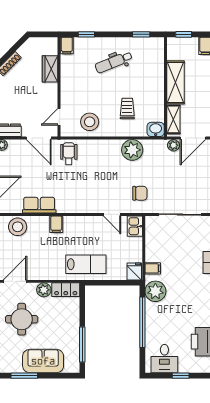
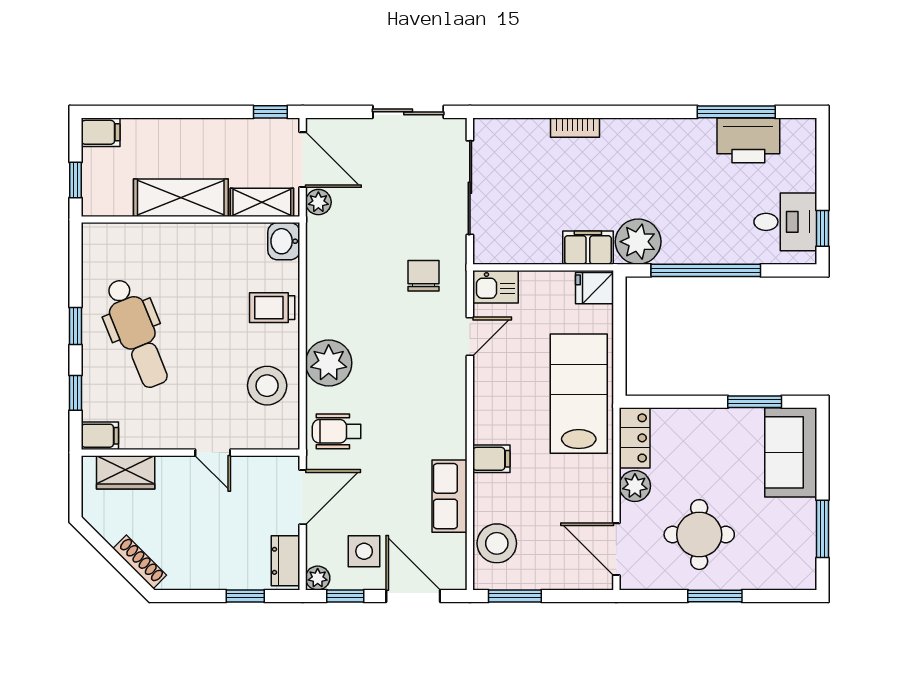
window: (141, 34) -> (76, 326), moved
dental chair: (114, 62) -> (136, 333), width x1.36, depth x1.38
wardrobe: (50, 69) -> (126, 472), moved
trolley: (127, 108) -> (272, 308), moved
door: (59, 117) -> (213, 453), moved
plant: (132, 150) -> (329, 363), moved
side table: (14, 166) -> (364, 551), added
lab bench: (86, 264) -> (579, 394), width x1.36, depth x1.39
filing cabinet: (153, 268) -> (588, 248), width x2.00
window: (82, 345) -> (755, 402), width x0.69
sofa: (43, 361) -> (791, 452), moved
window: (181, 376) -> (822, 228), moved

